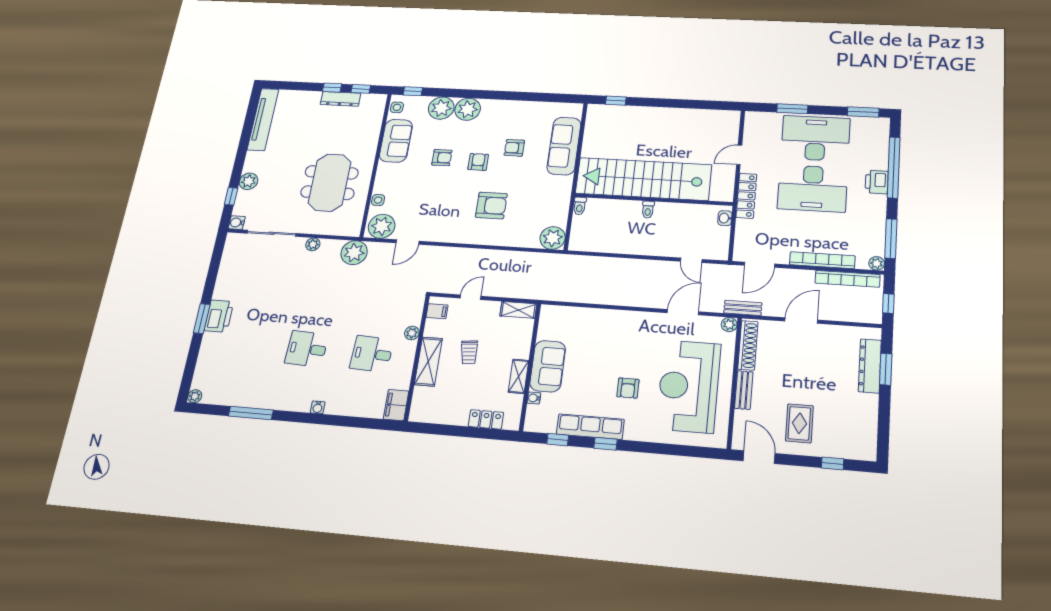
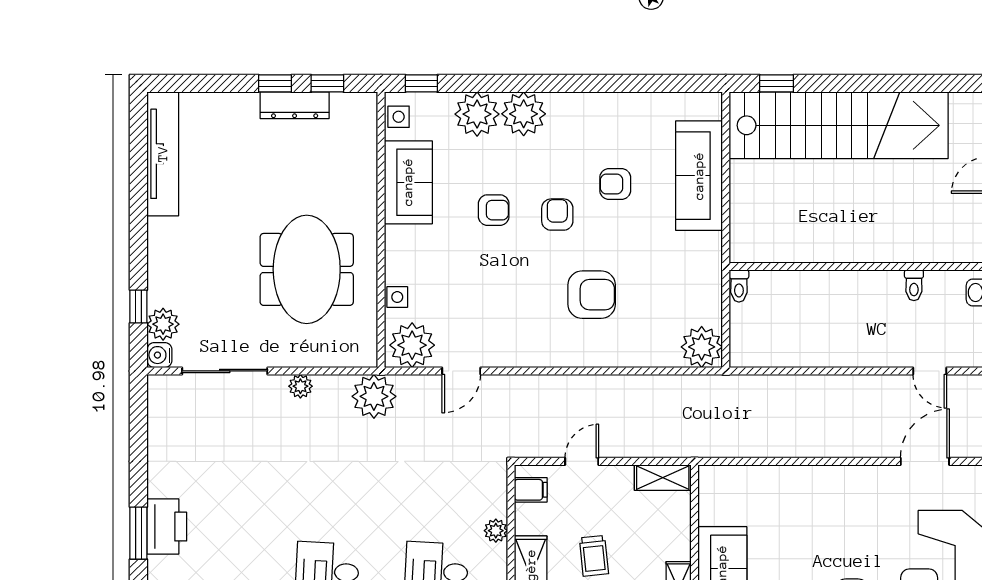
stairs: (643, 179) -> (839, 125), moved, turned 180
plant: (248, 181) -> (163, 324), moved
toilet: (648, 210) -> (914, 285), moved

